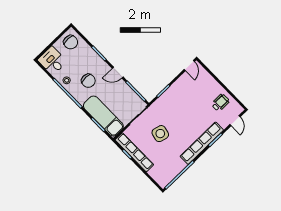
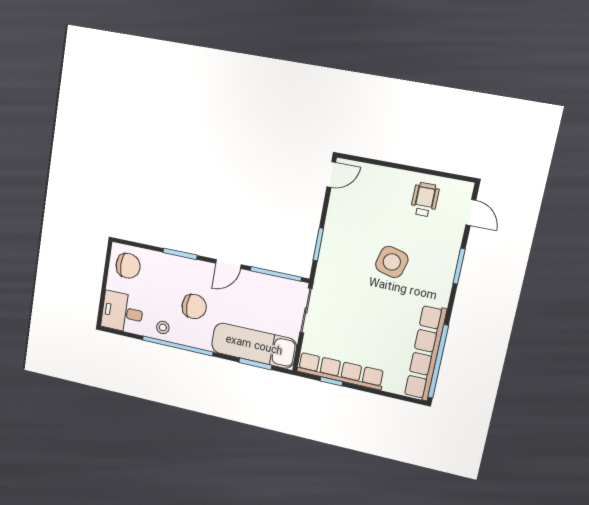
door: (189, 66) -> (331, 175), hinge flipped
side table: (160, 134) -> (392, 262), moved
row of seats: (202, 143) -> (425, 353), moved

